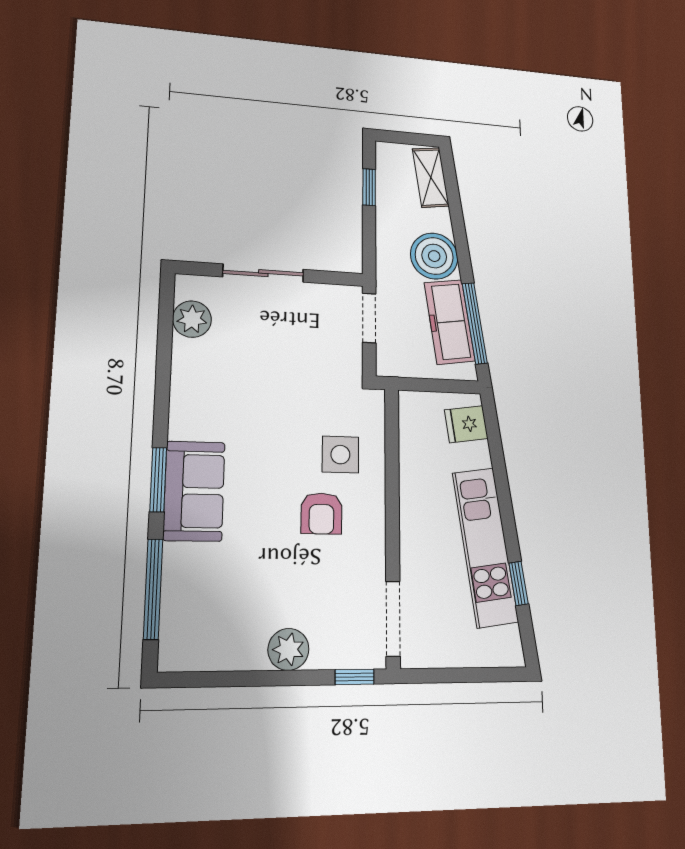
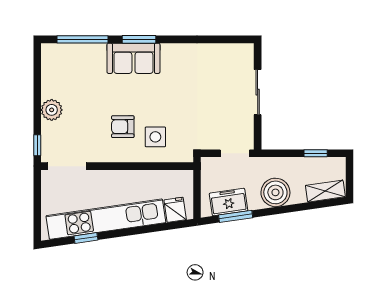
plant: (192, 319) -> (228, 54), removed
freezer: (449, 322) -> (228, 202), width x0.71
window: (475, 323) -> (236, 216), width x0.69
kitchen unit: (485, 547) -> (106, 219), width x1.36

